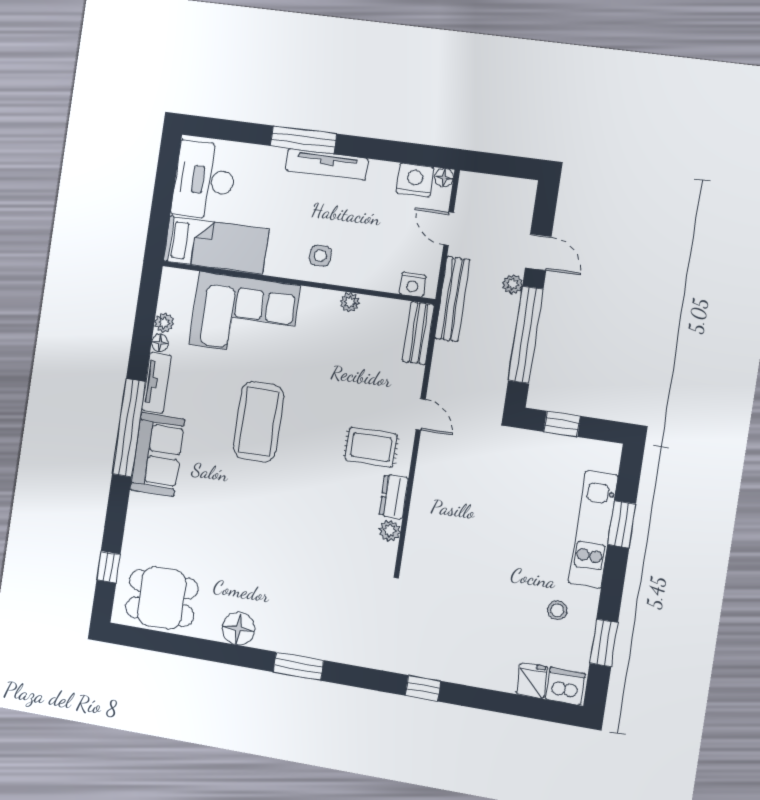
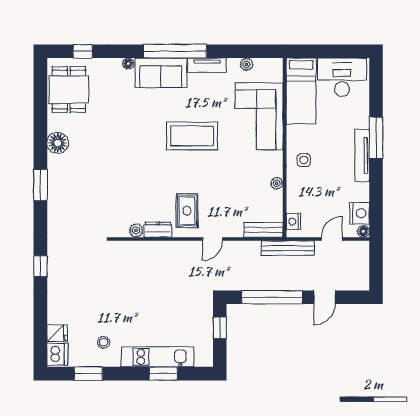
plant: (512, 284) -> (302, 284), removed
floor lamp: (160, 343) -> (128, 64), moved

